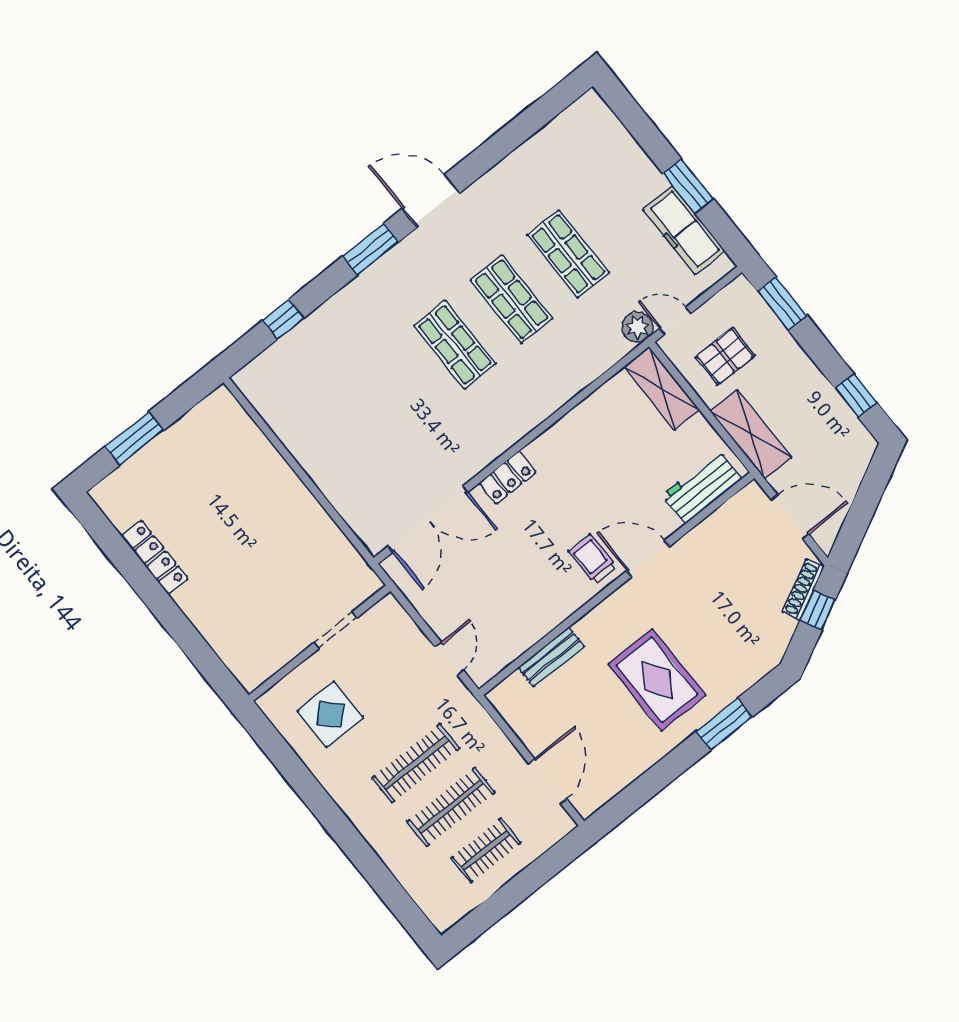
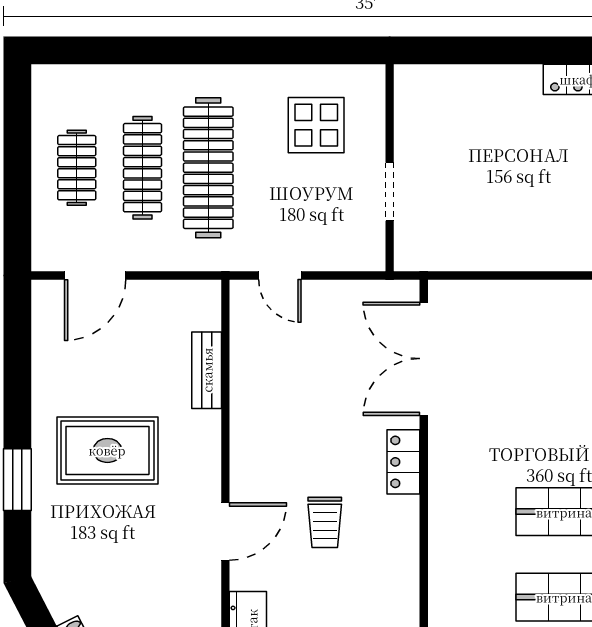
trolley: (592, 559) -> (325, 522), moved, turned 90
clothes rail: (416, 763) -> (208, 168), width x1.37, depth x1.31
door: (547, 781) -> (95, 275), hinge flipped

